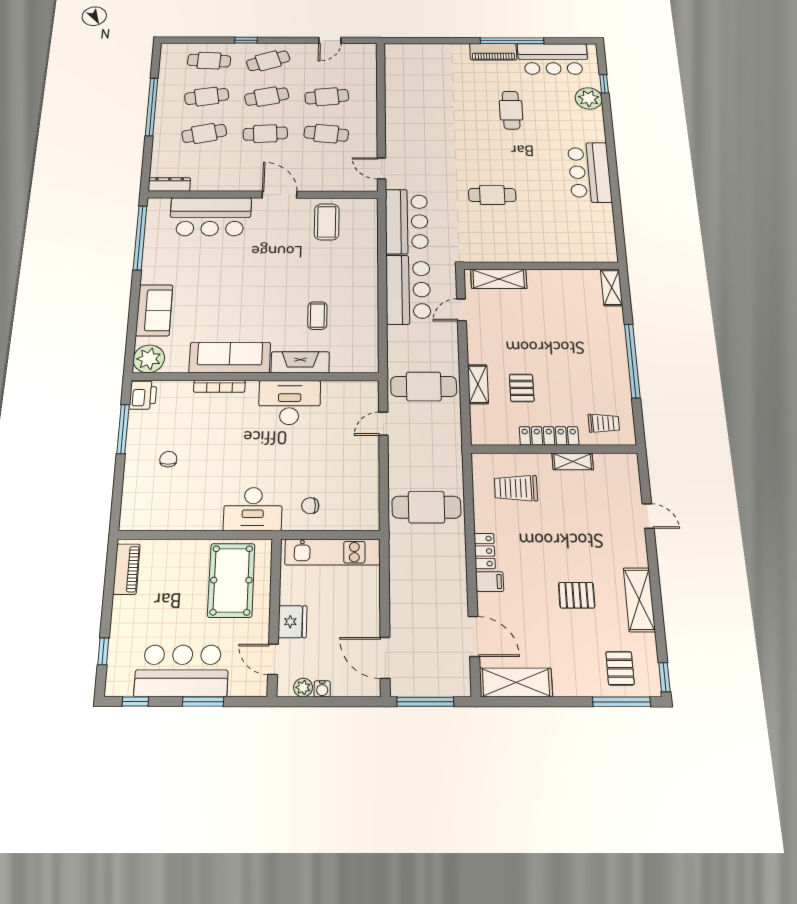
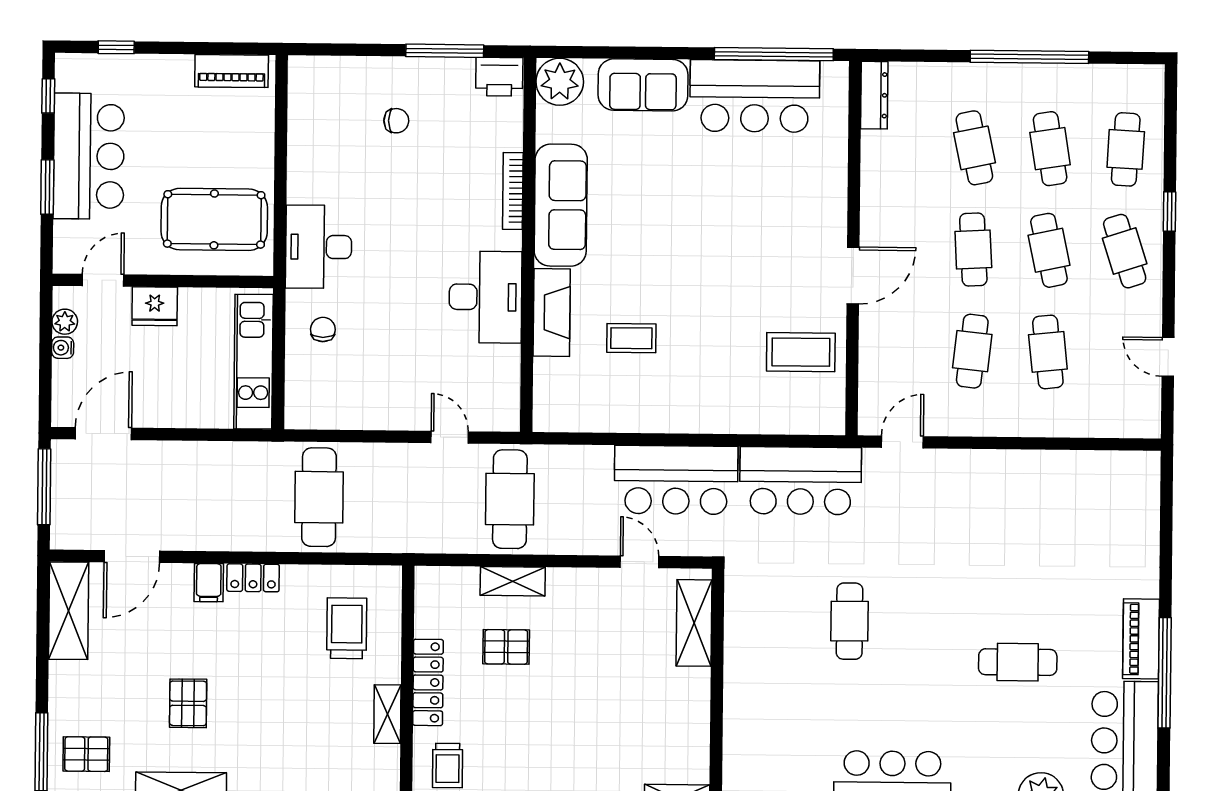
bar counter: (210, 217) -> (755, 96), moved, turned -90

